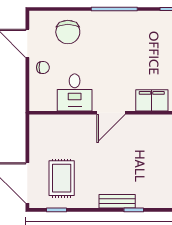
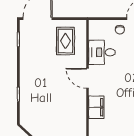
rug: (62, 178) -> (65, 41), moved, turned 90
bench: (117, 201) -> (24, 83), removed

